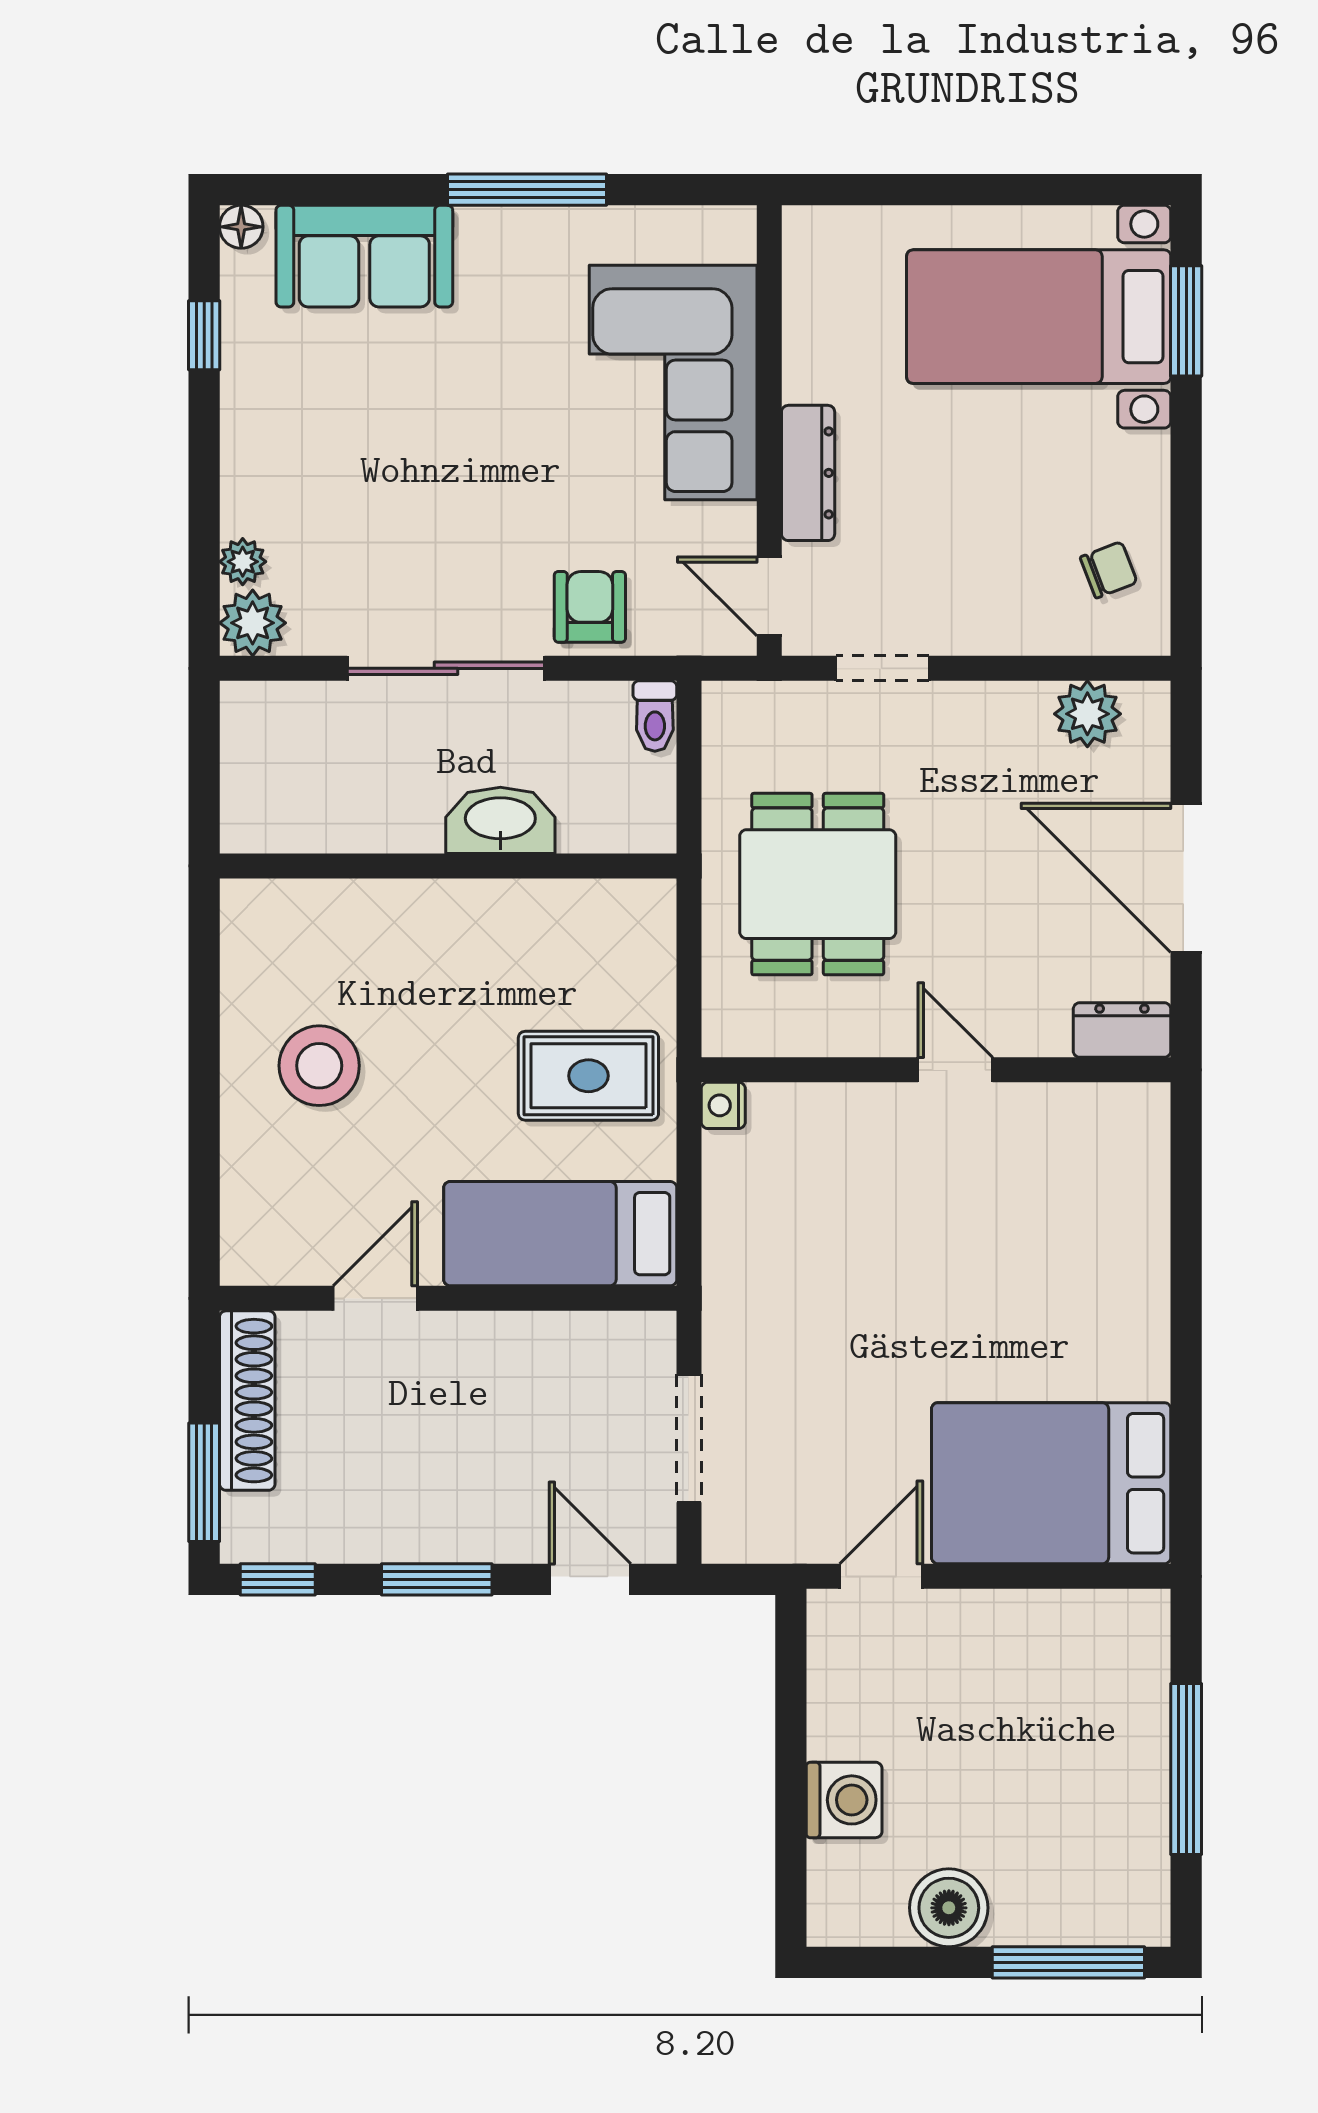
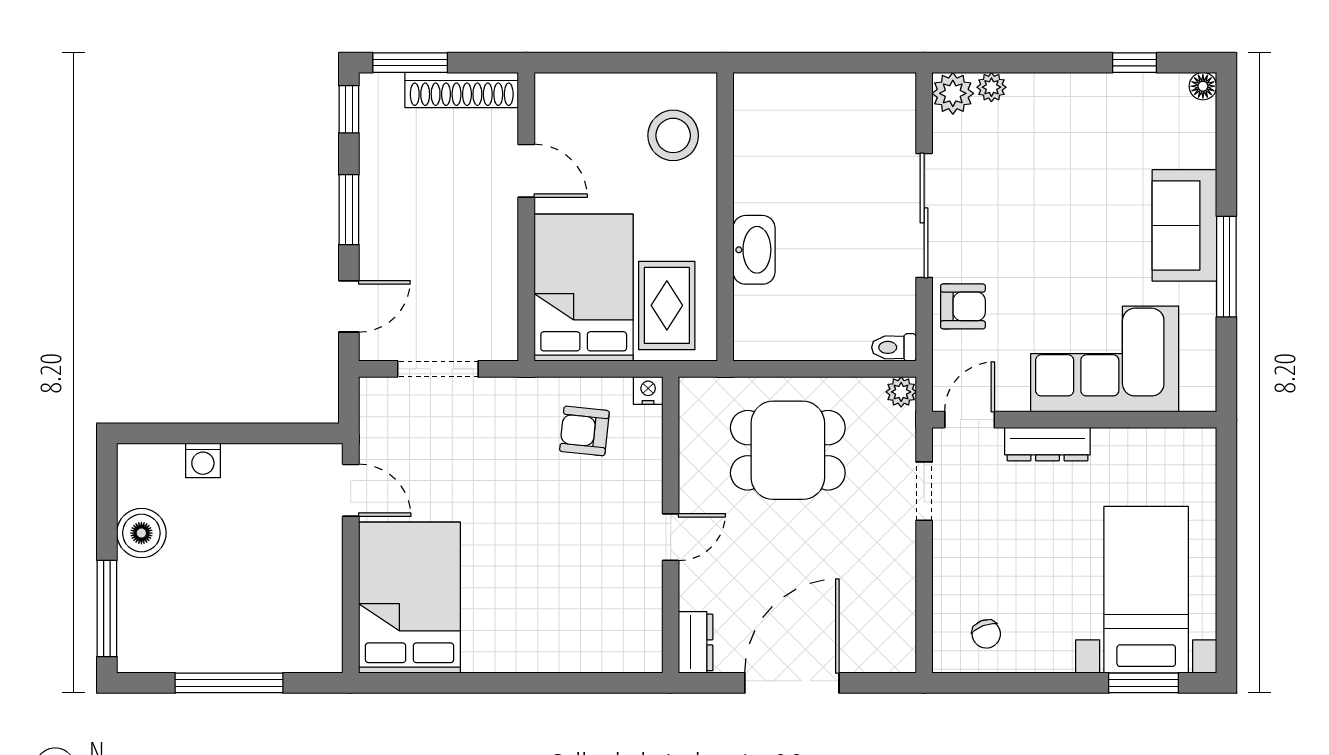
sofa: (364, 256) -> (1184, 225), moved
plant: (1087, 714) -> (901, 392), moved, width x0.73, depth x0.73
washbasin: (500, 820) -> (754, 250), moved
wall: (448, 866) -> (725, 217), moved
armchair: (787, 1206) -> (584, 431), added
bed: (560, 1234) -> (584, 288), width x1.50
washing machine: (844, 1800) -> (203, 460), width x0.73, depth x0.73

